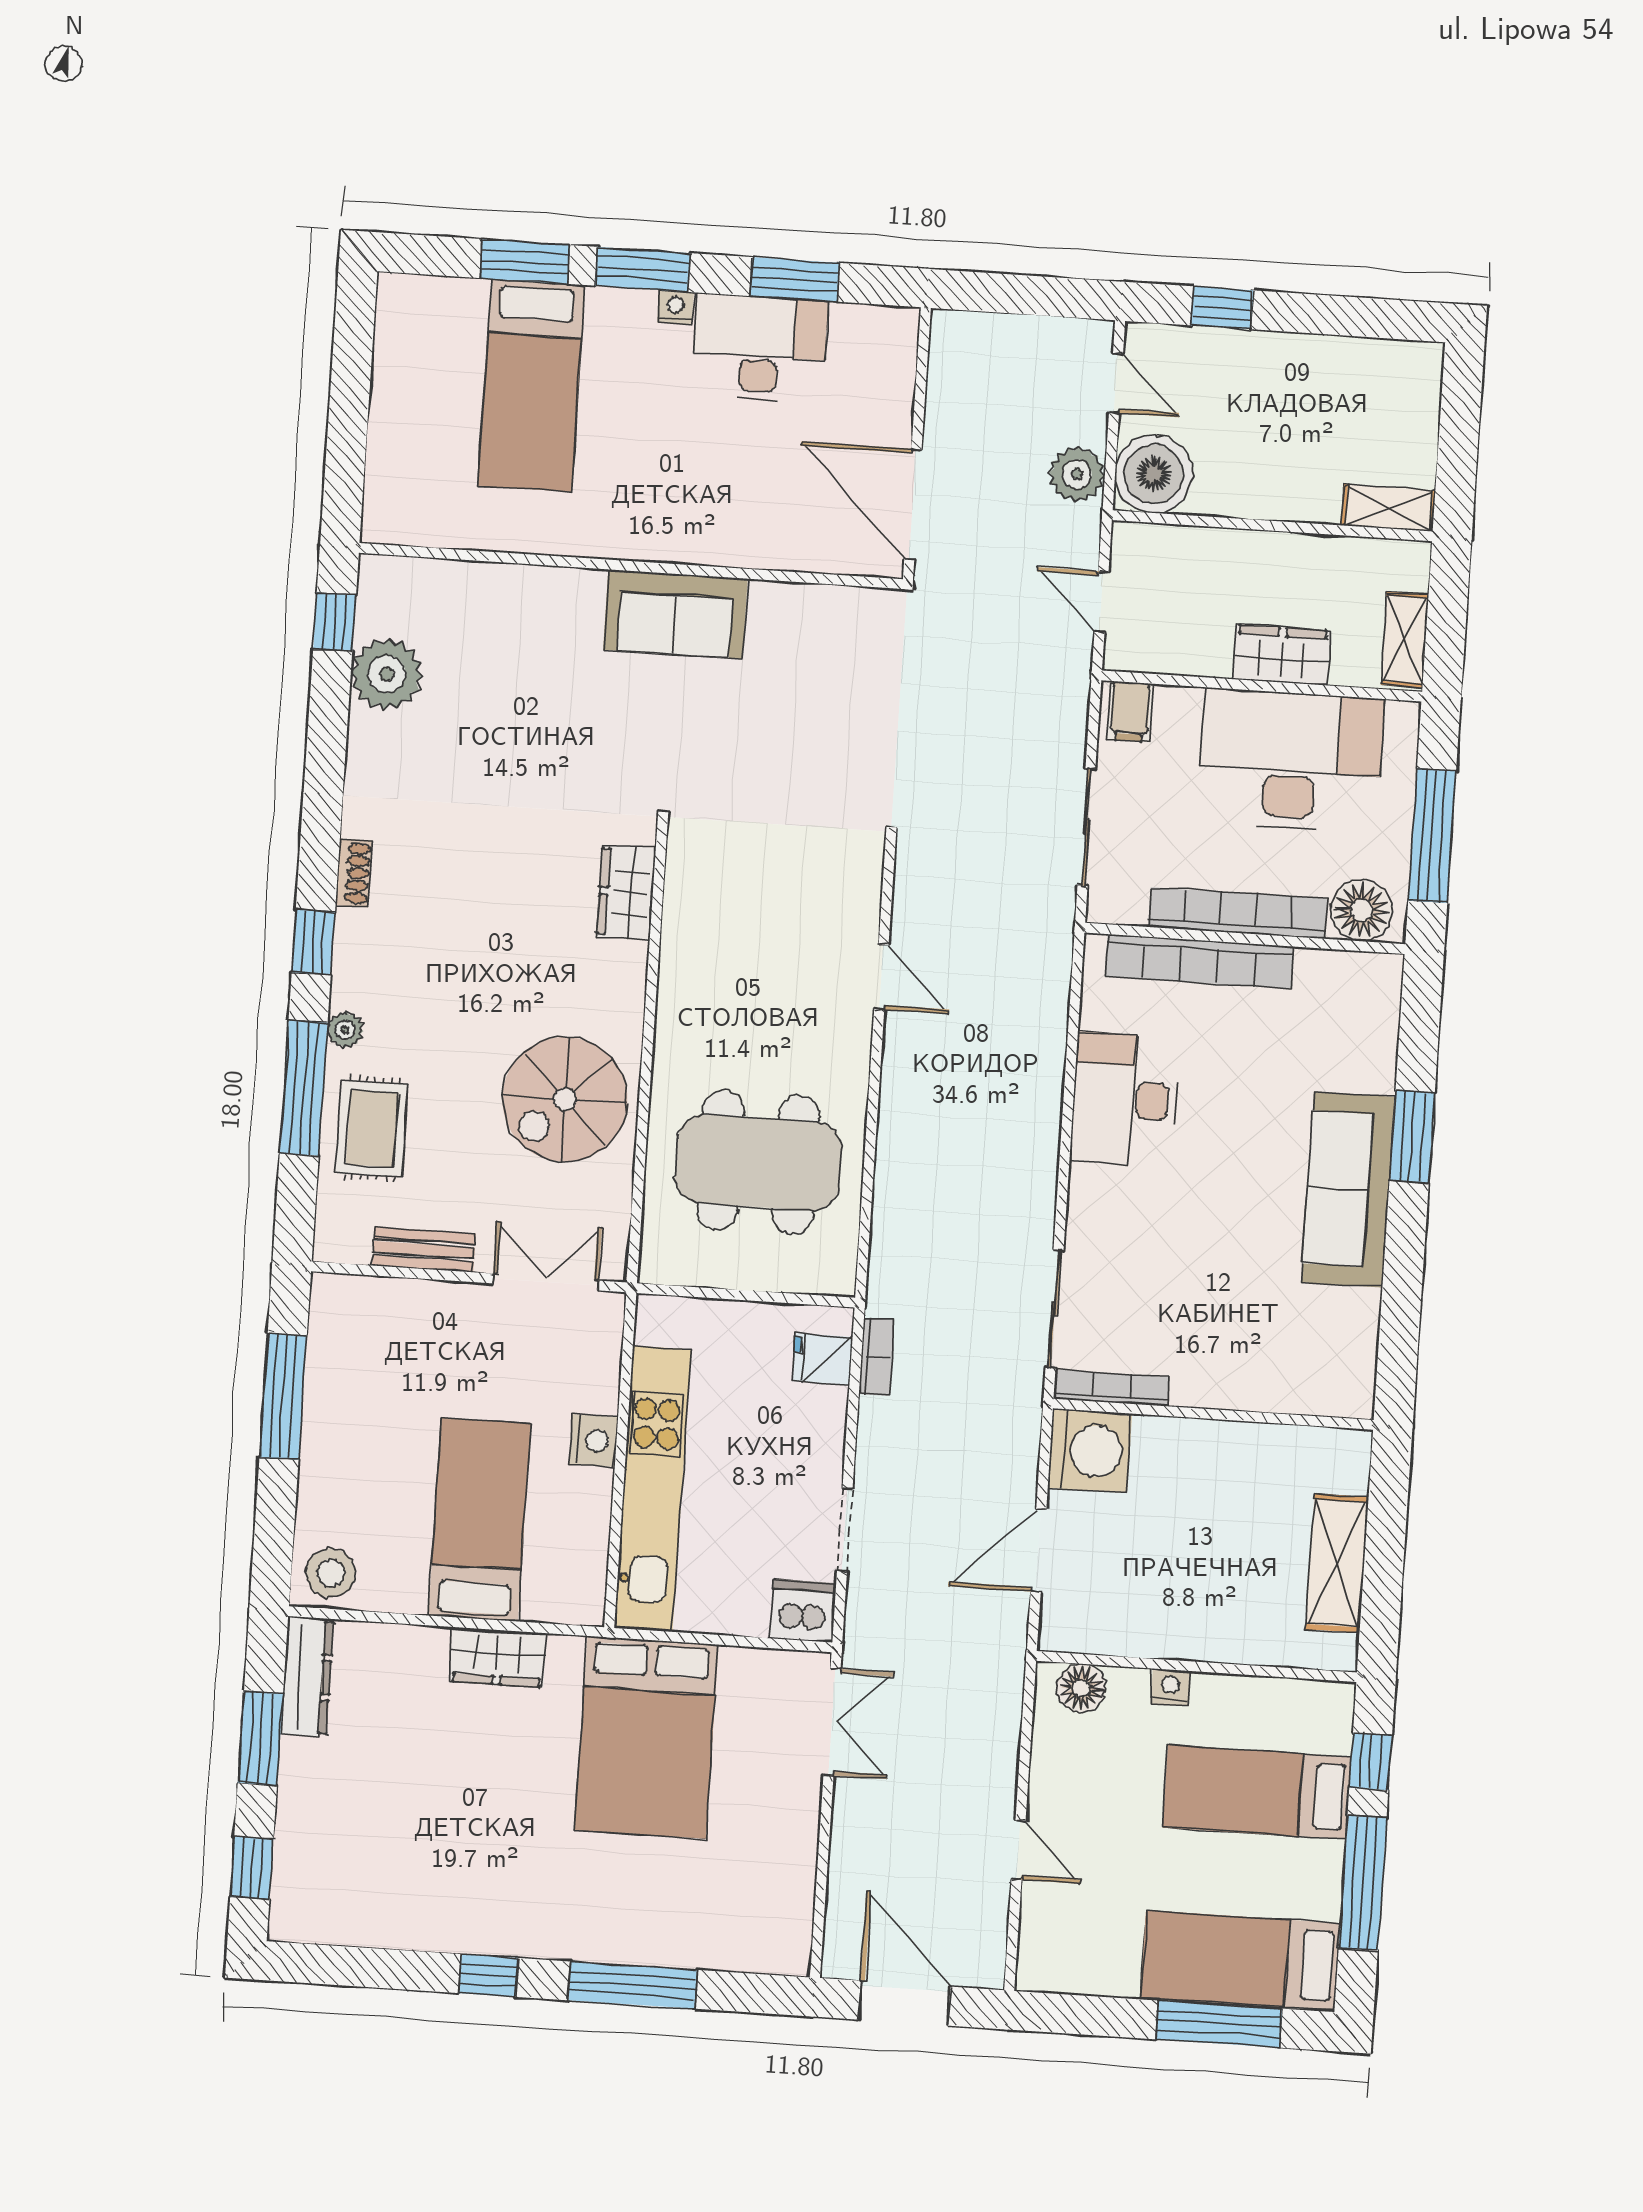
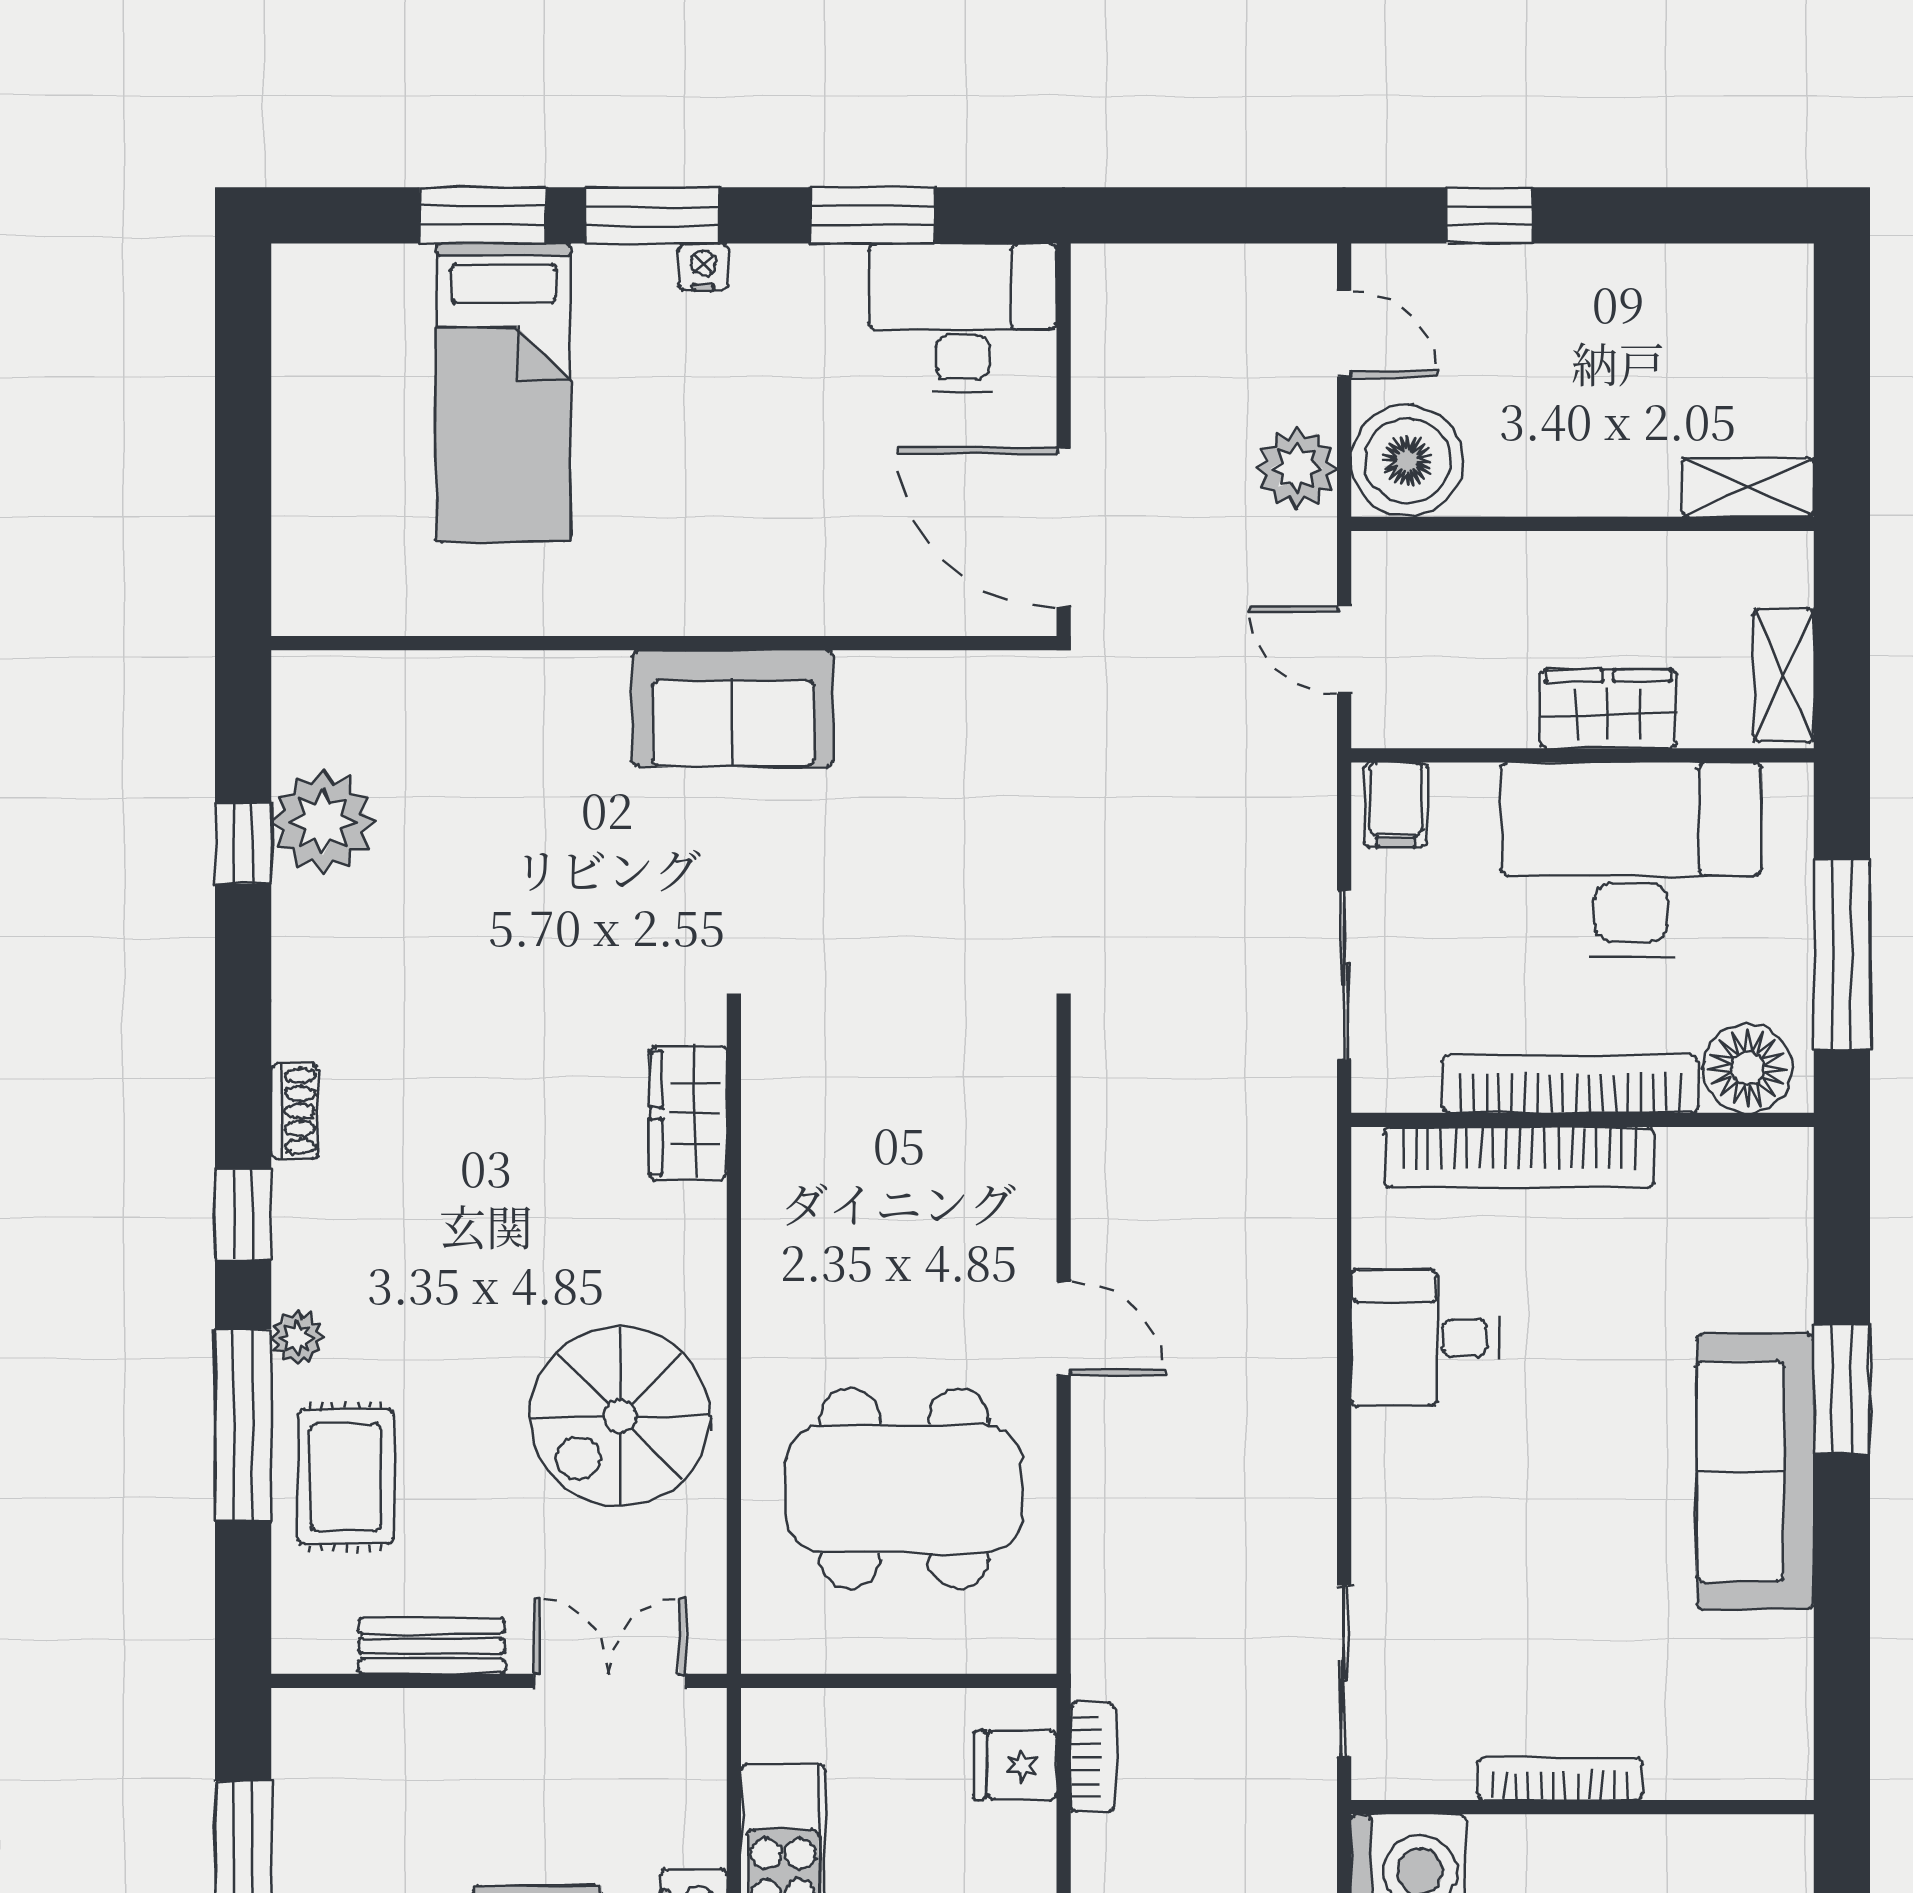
desk: (760, 348) -> (962, 317), moved
window: (335, 622) -> (243, 843), moved
door: (881, 977) -> (1064, 1329), moved
desk: (1125, 1100) -> (1425, 1338), width x0.73
bookcase: (1111, 1388) -> (1560, 1779), moved

